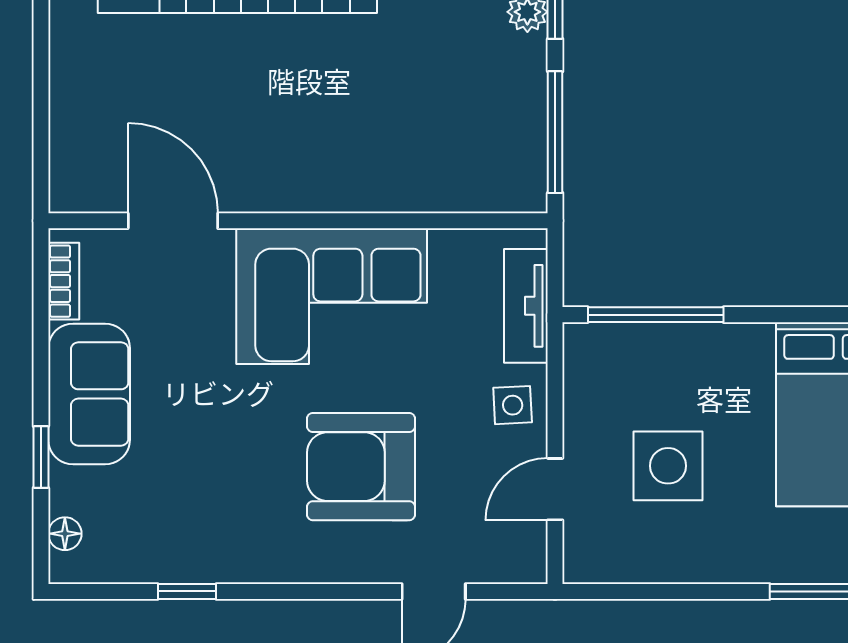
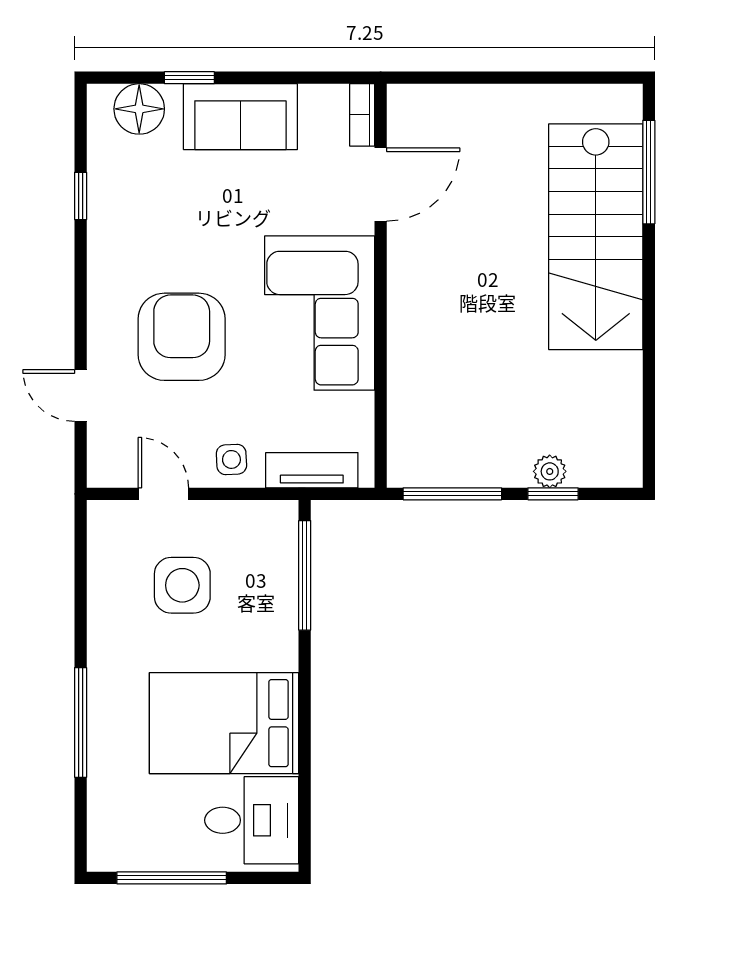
bookcase: (64, 281) -> (362, 115), moved, turned 90
floor lamp: (65, 534) -> (139, 109), width x1.89, depth x1.89

